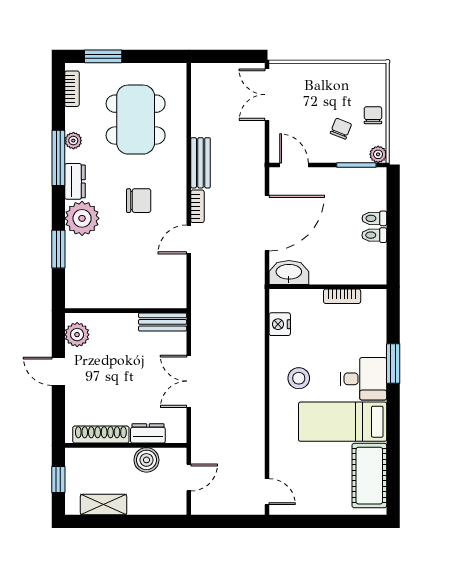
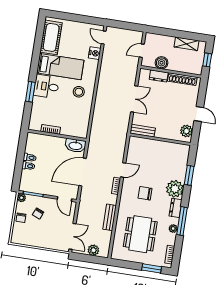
plant: (222, 74) -> (93, 250), added
bench: (201, 163) -> (110, 217), moved
nightstand: (280, 324) -> (95, 53), moved

